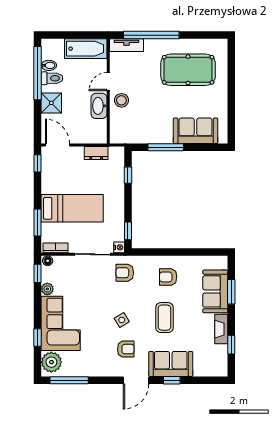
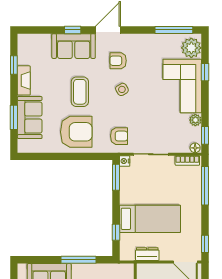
bed: (72, 208) -> (150, 219), moved, turned 180
window: (38, 222) -> (205, 186), width x1.44
window: (128, 231) -> (116, 177), width x1.50
armchair: (168, 277) -> (76, 132), width x1.88, depth x1.88

